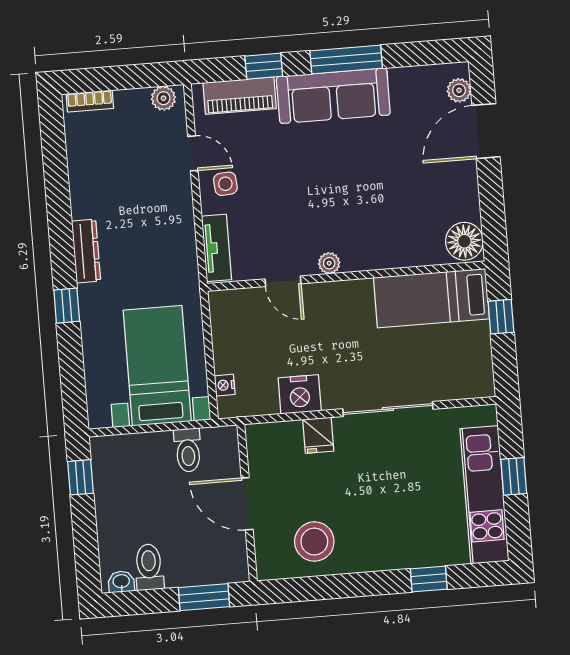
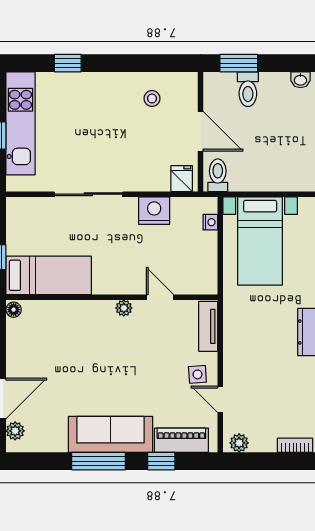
floor lamp: (464, 241) -> (14, 310), width x0.53, depth x0.53
fridge: (318, 435) -> (182, 179), moved
toilet: (188, 450) -> (218, 175), moved
stool: (314, 542) -> (152, 98), width x0.53, depth x0.53
toilet: (149, 567) -> (248, 89), moved

